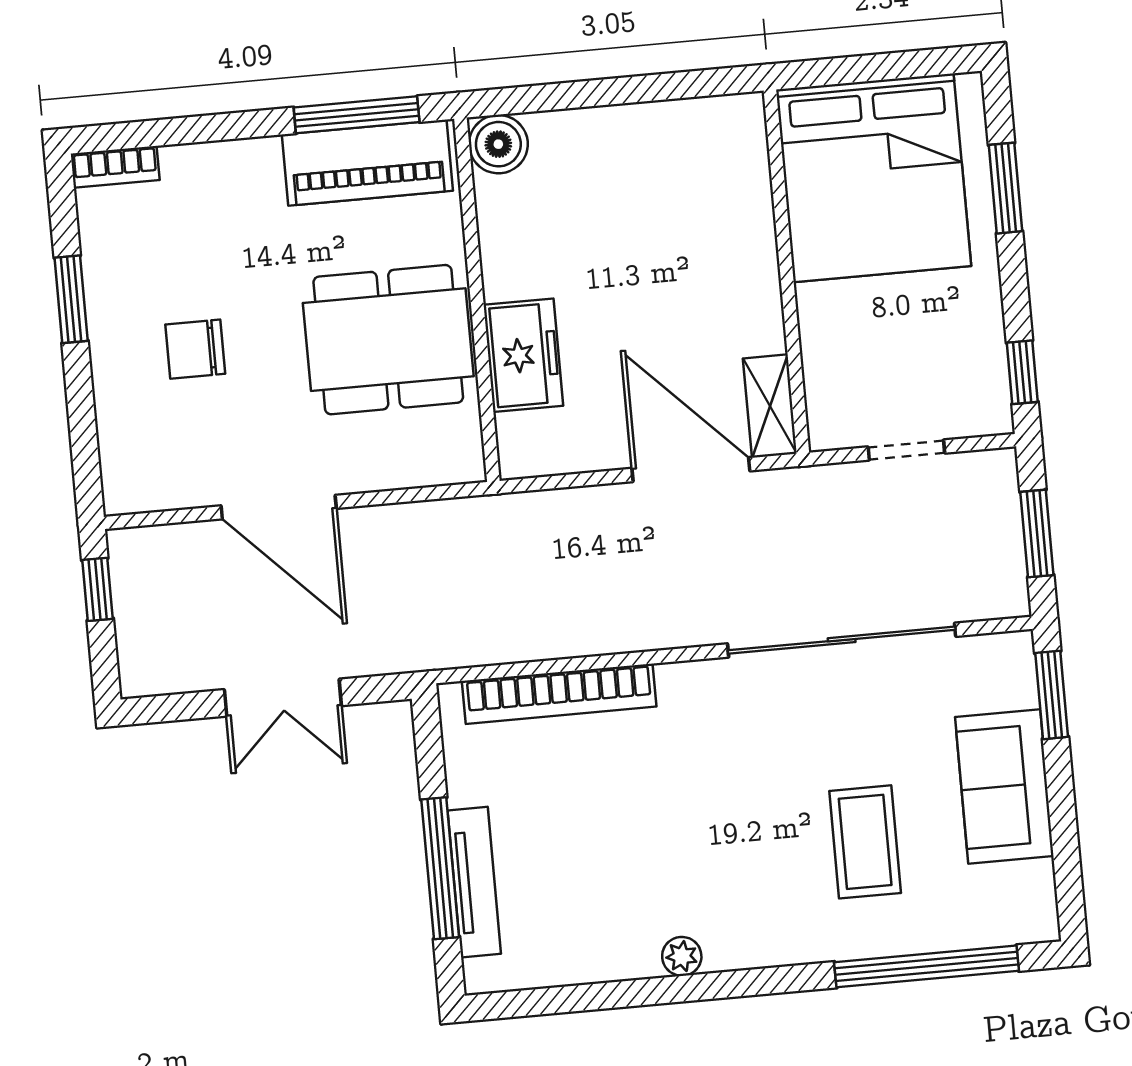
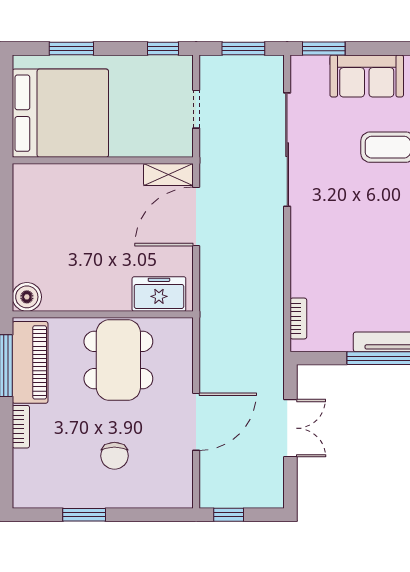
bookcase: (115, 167) -> (21, 427), moved
freezer: (523, 355) -> (159, 294), moved
bookcase: (559, 694) -> (298, 318), width x0.43, depth x0.76

